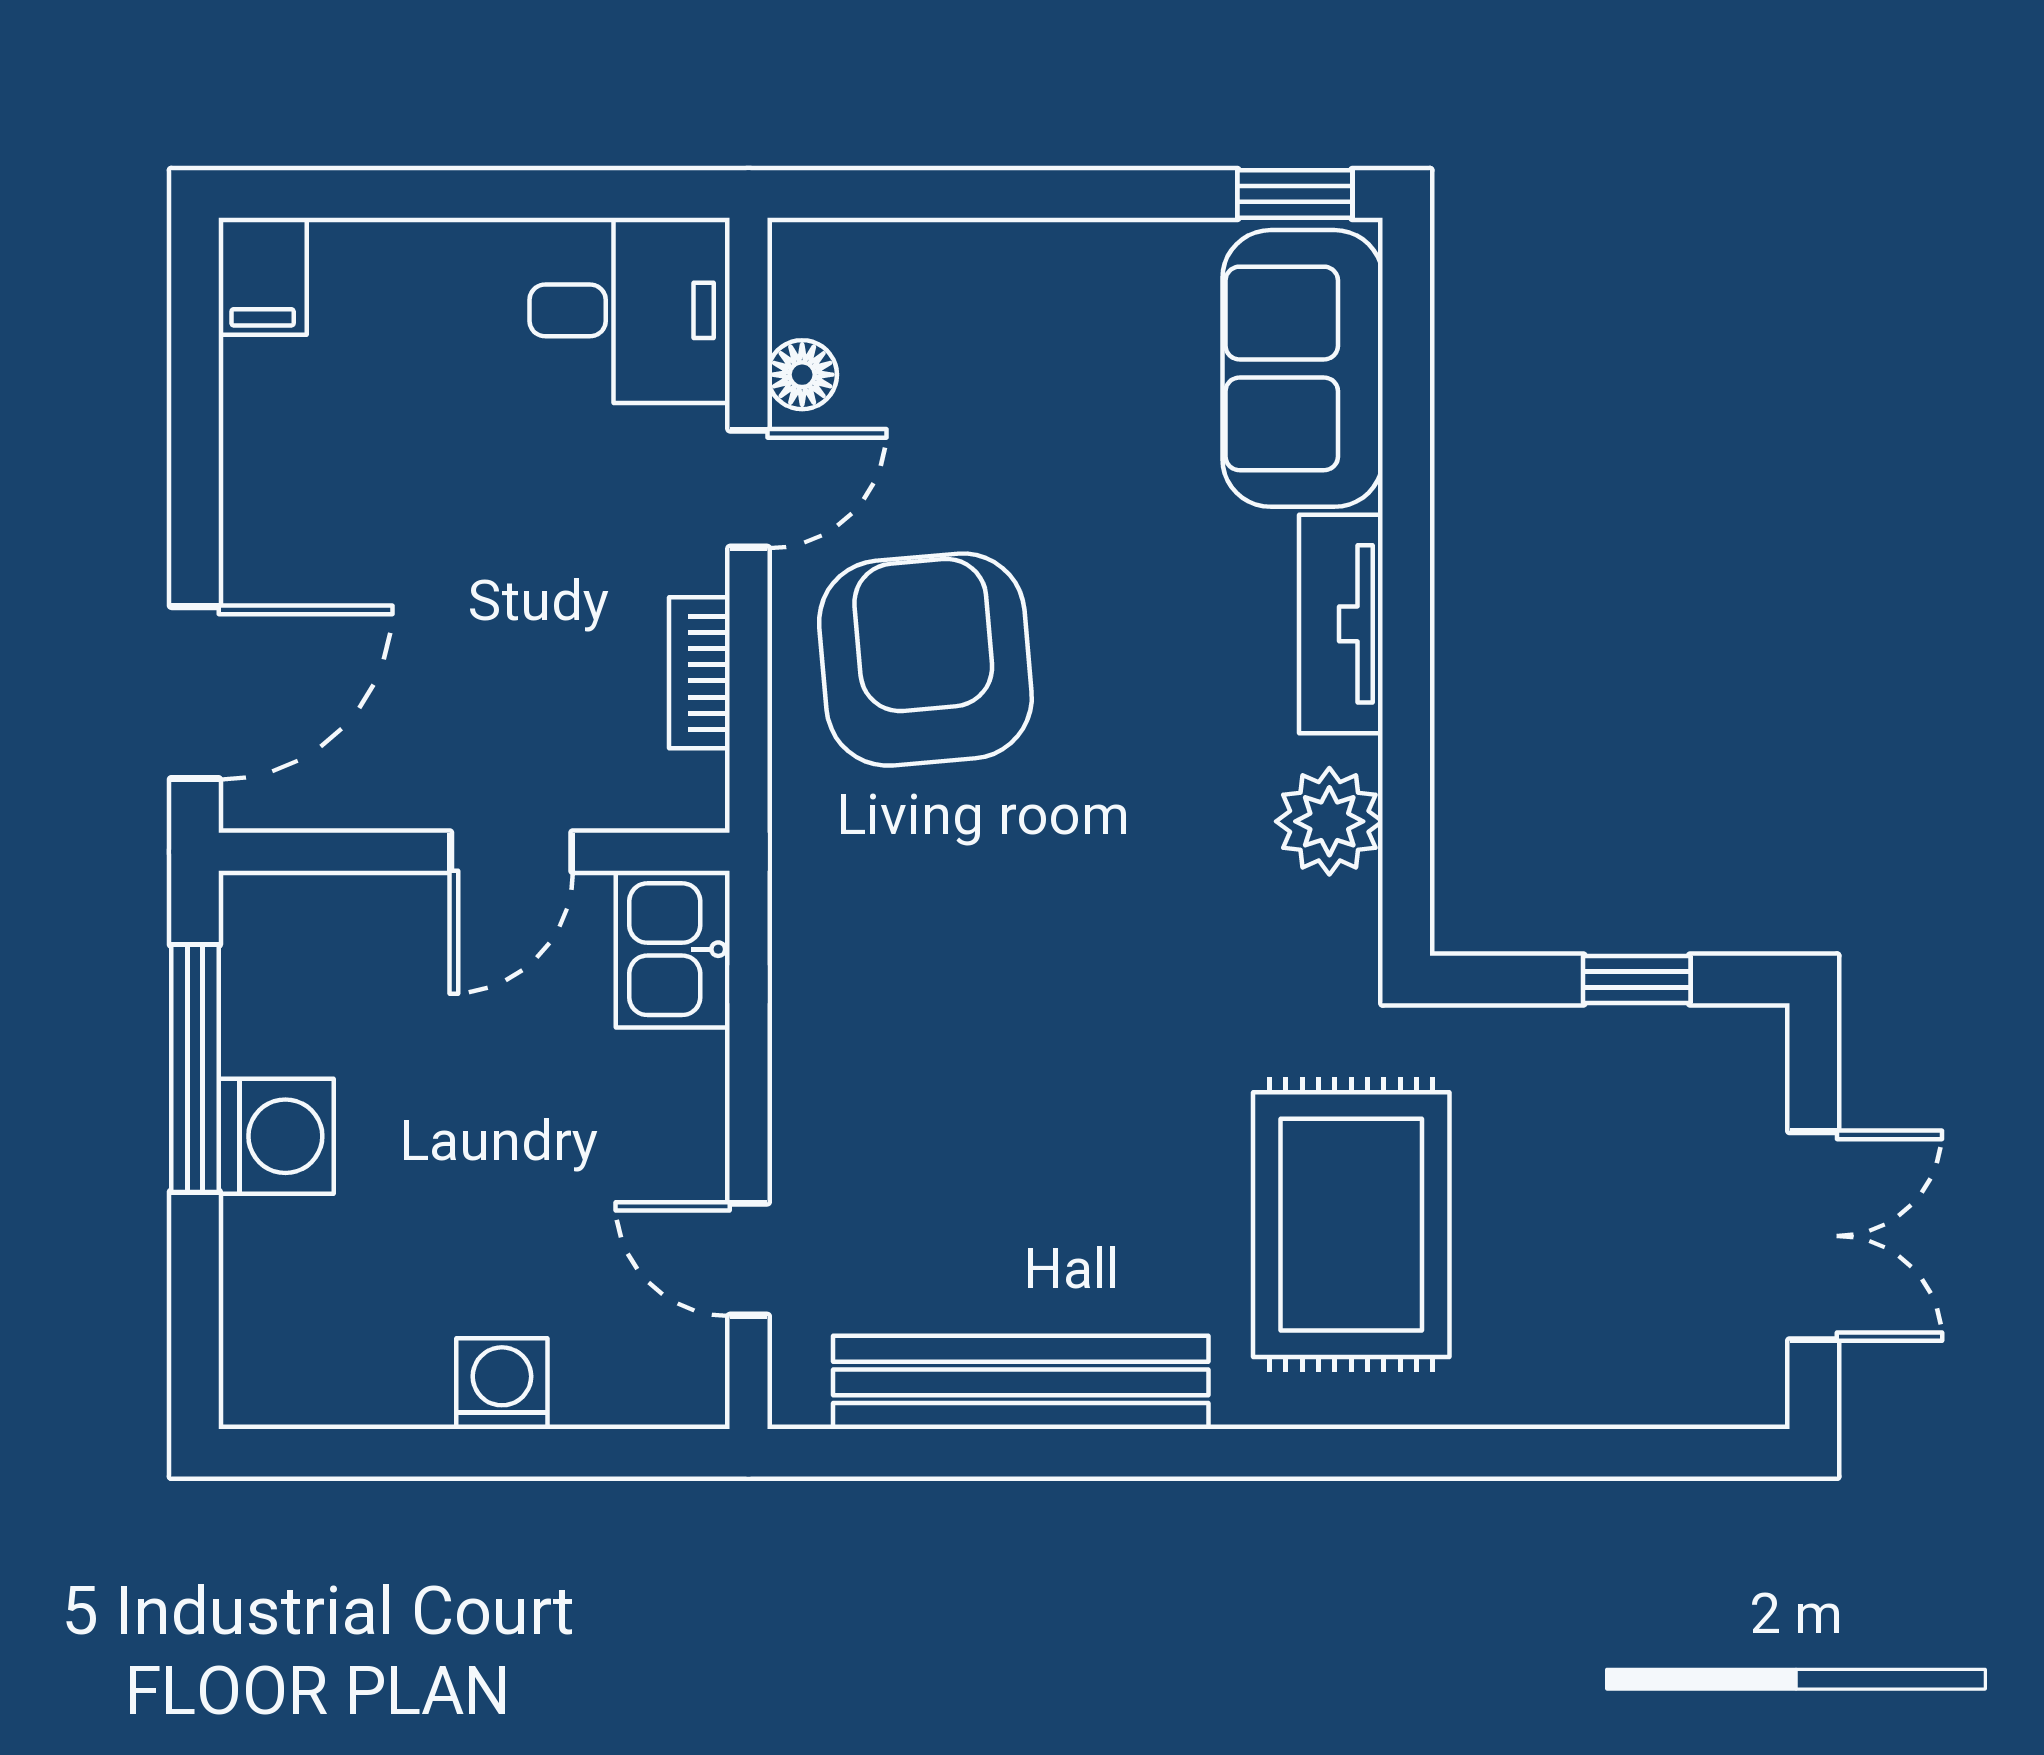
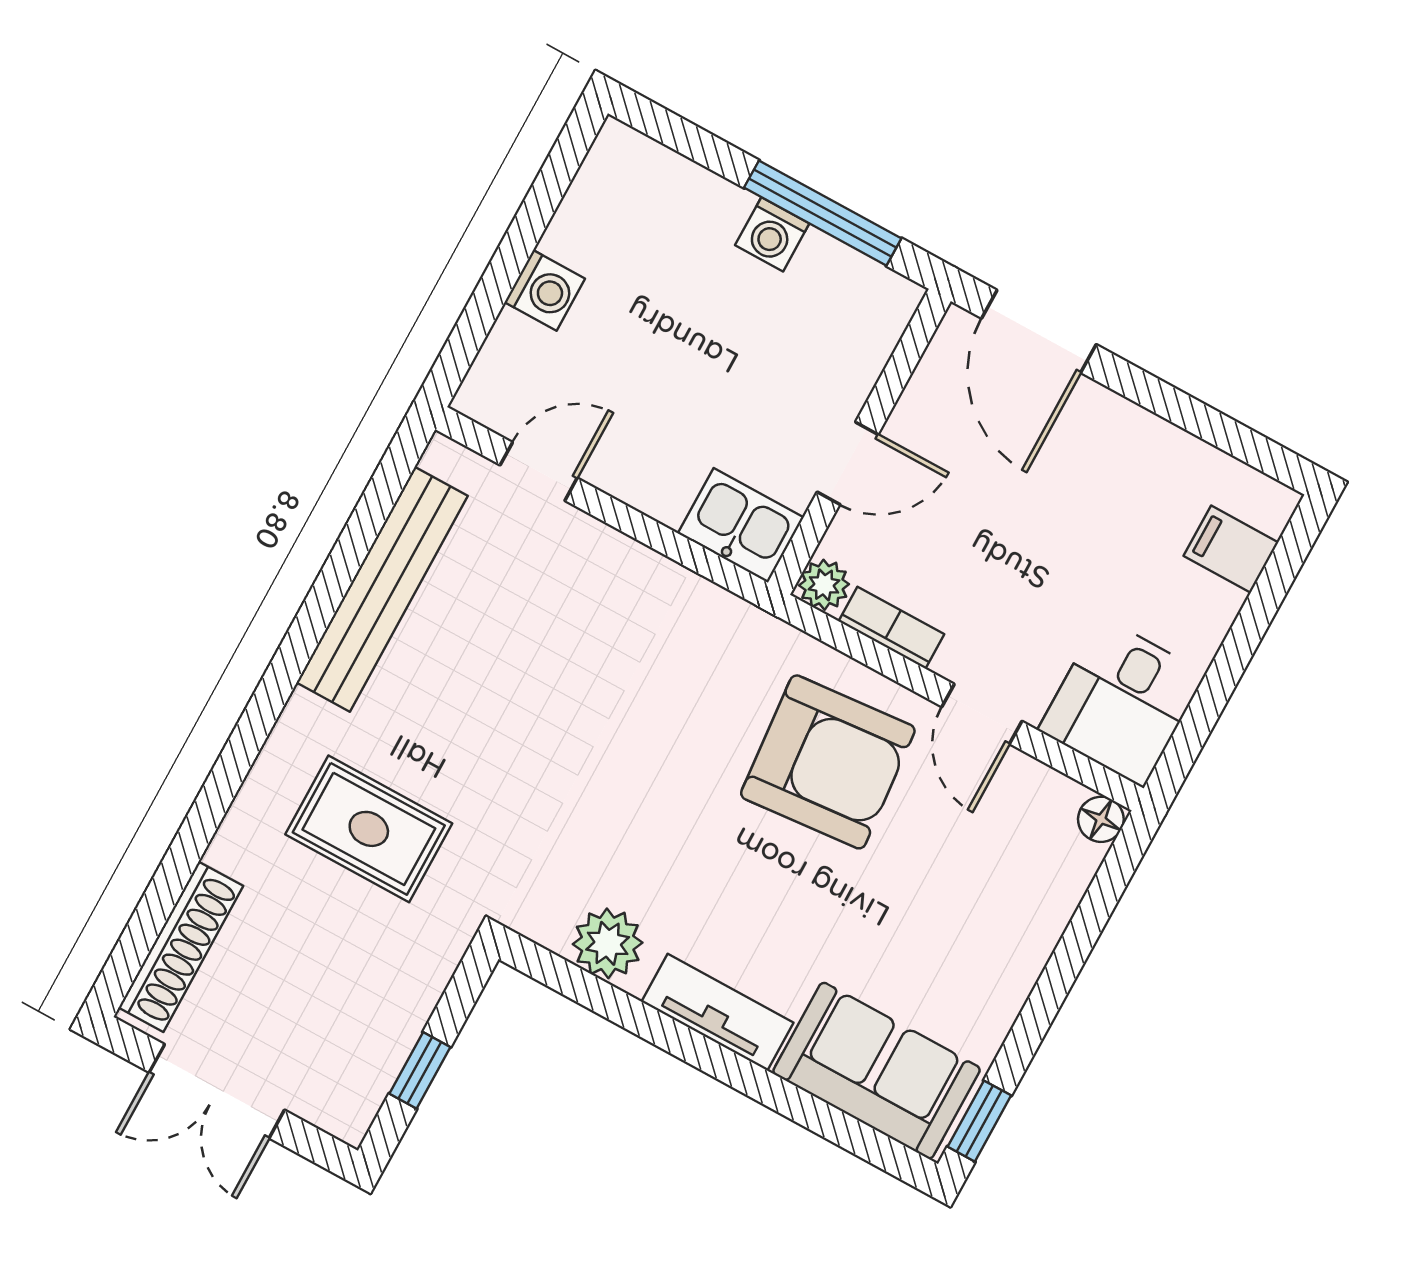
filing cabinet: (263, 276) -> (1231, 549), moved
floor lamp: (802, 375) -> (1101, 819), moved
plant: (691, 794) -> (824, 585), added
door: (511, 852) -> (848, 463), swing flipped
washing machine: (276, 1136) -> (772, 234), width x0.73, depth x0.73
rug: (1351, 1225) -> (369, 829), width x0.73, depth x0.70
shoe rack: (1646, 1390) -> (181, 947), added

